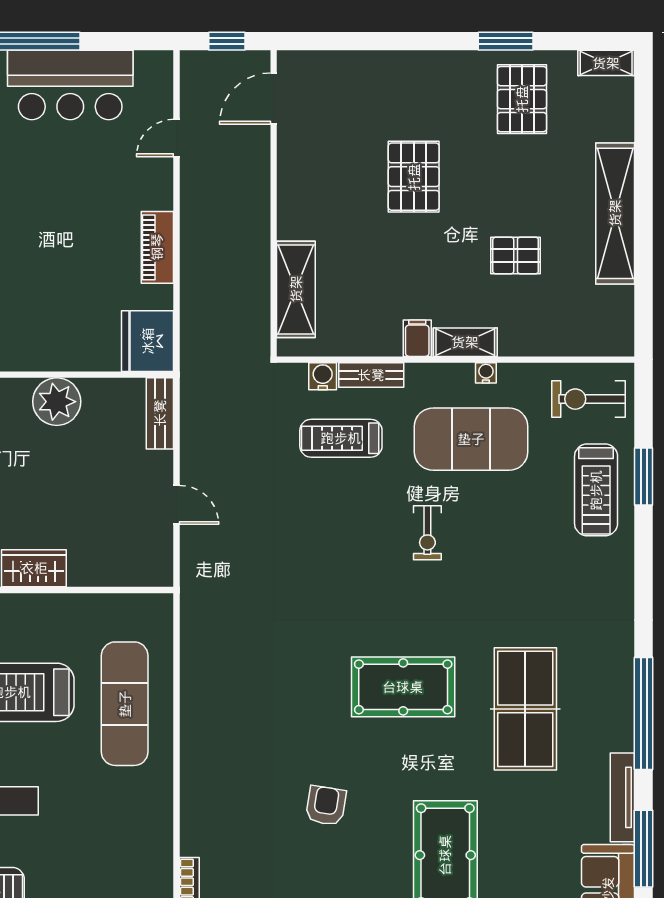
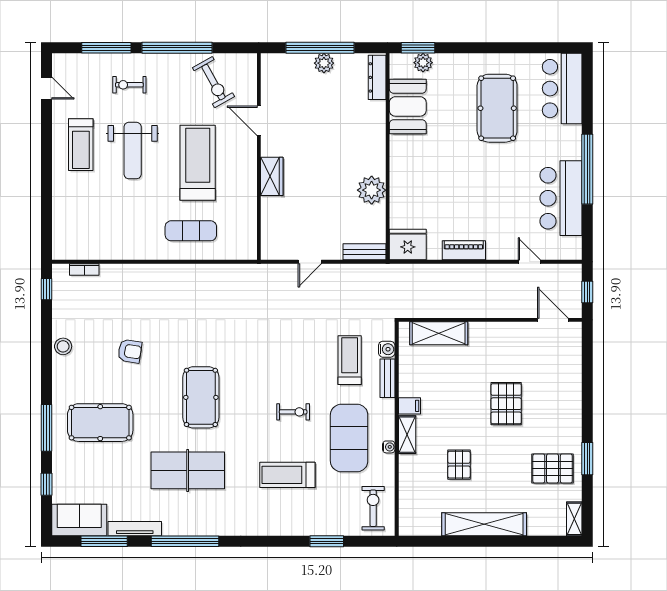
pallet: (414, 177) -> (506, 404), turned 90
treadmill: (596, 490) -> (287, 475), moved
exercise bike: (427, 533) -> (293, 412), turned 180
exercise mat: (125, 704) -> (191, 231), width x0.73, depth x0.69

